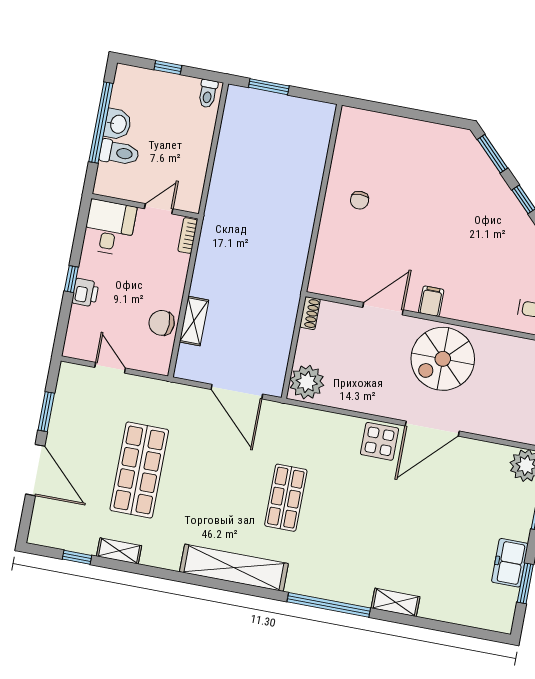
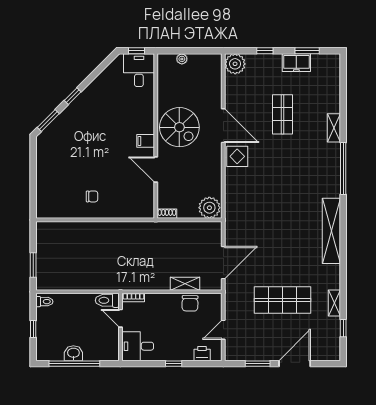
toilet: (119, 153) -> (107, 300), moved, turned -90
printer: (85, 293) -> (202, 354), moved
door: (237, 392) -> (223, 263), moved
shop shelf: (286, 498) -> (283, 114), moved, turned 90

